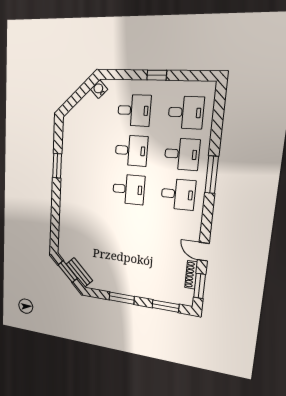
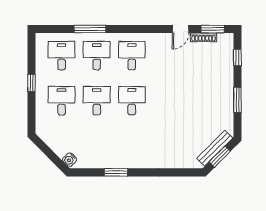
water cooler: (99, 89) -> (70, 160), moved
window: (212, 175) -> (90, 29), moved
bench: (79, 272) -> (215, 148), width x1.36
window: (165, 306) -> (237, 58), width x0.67

